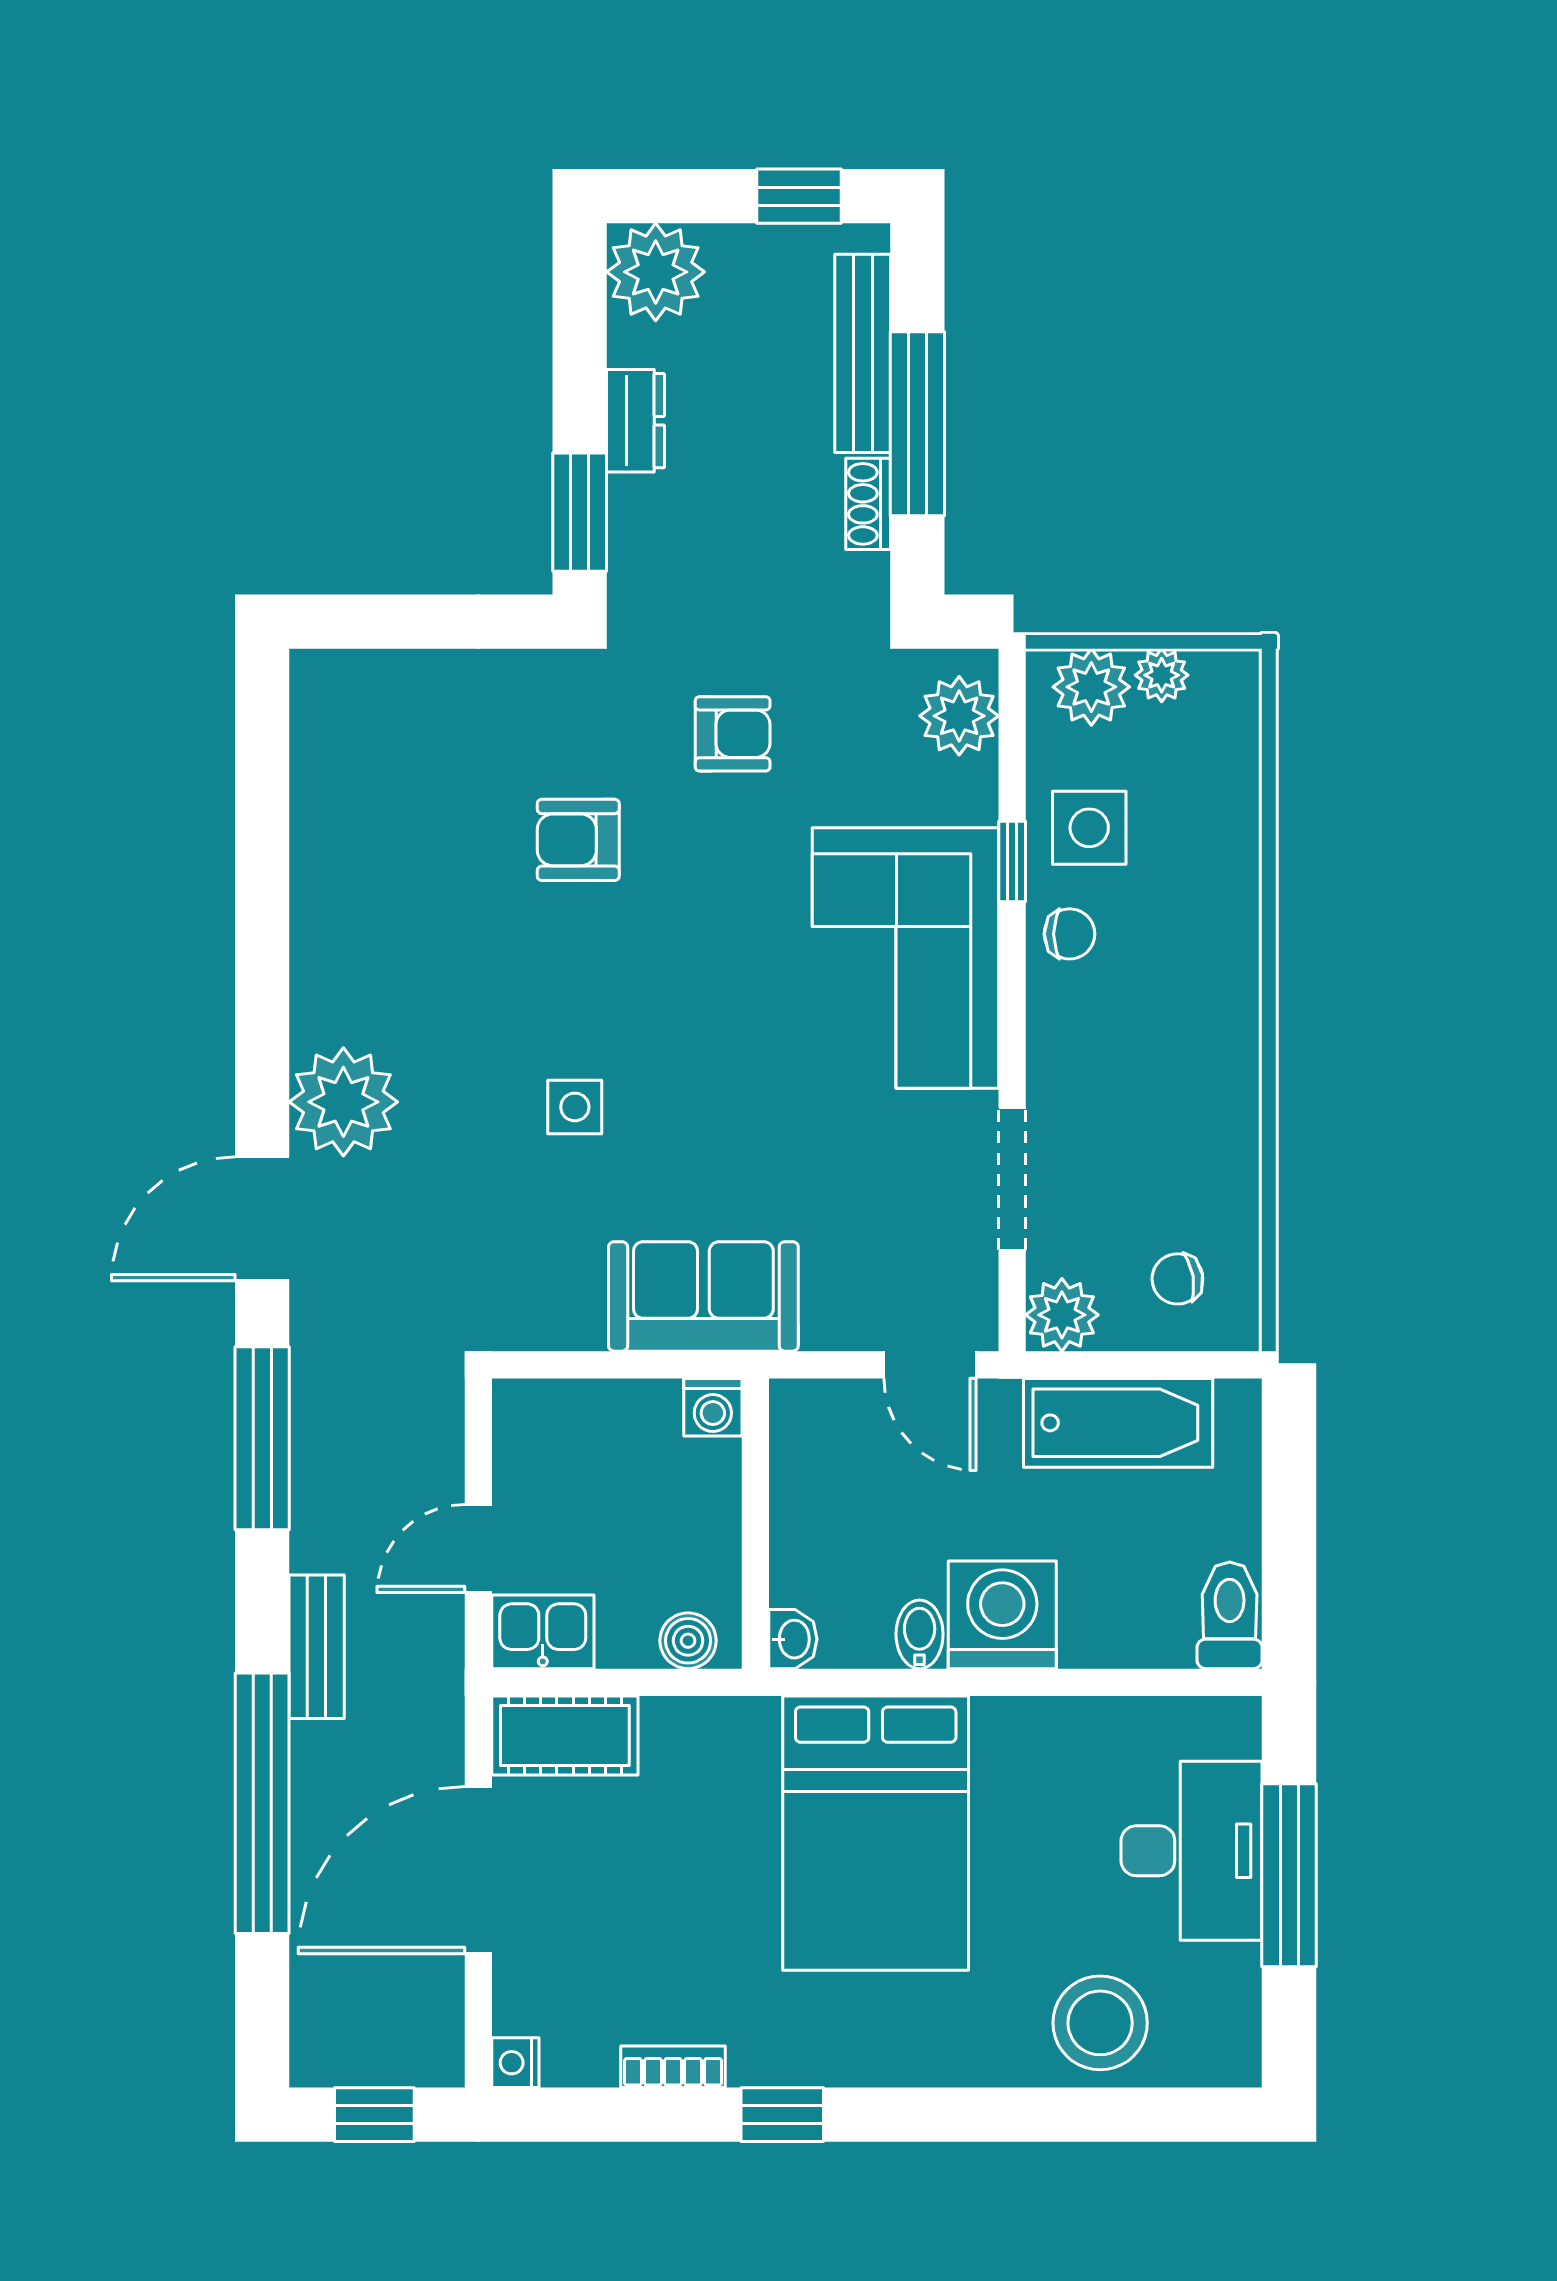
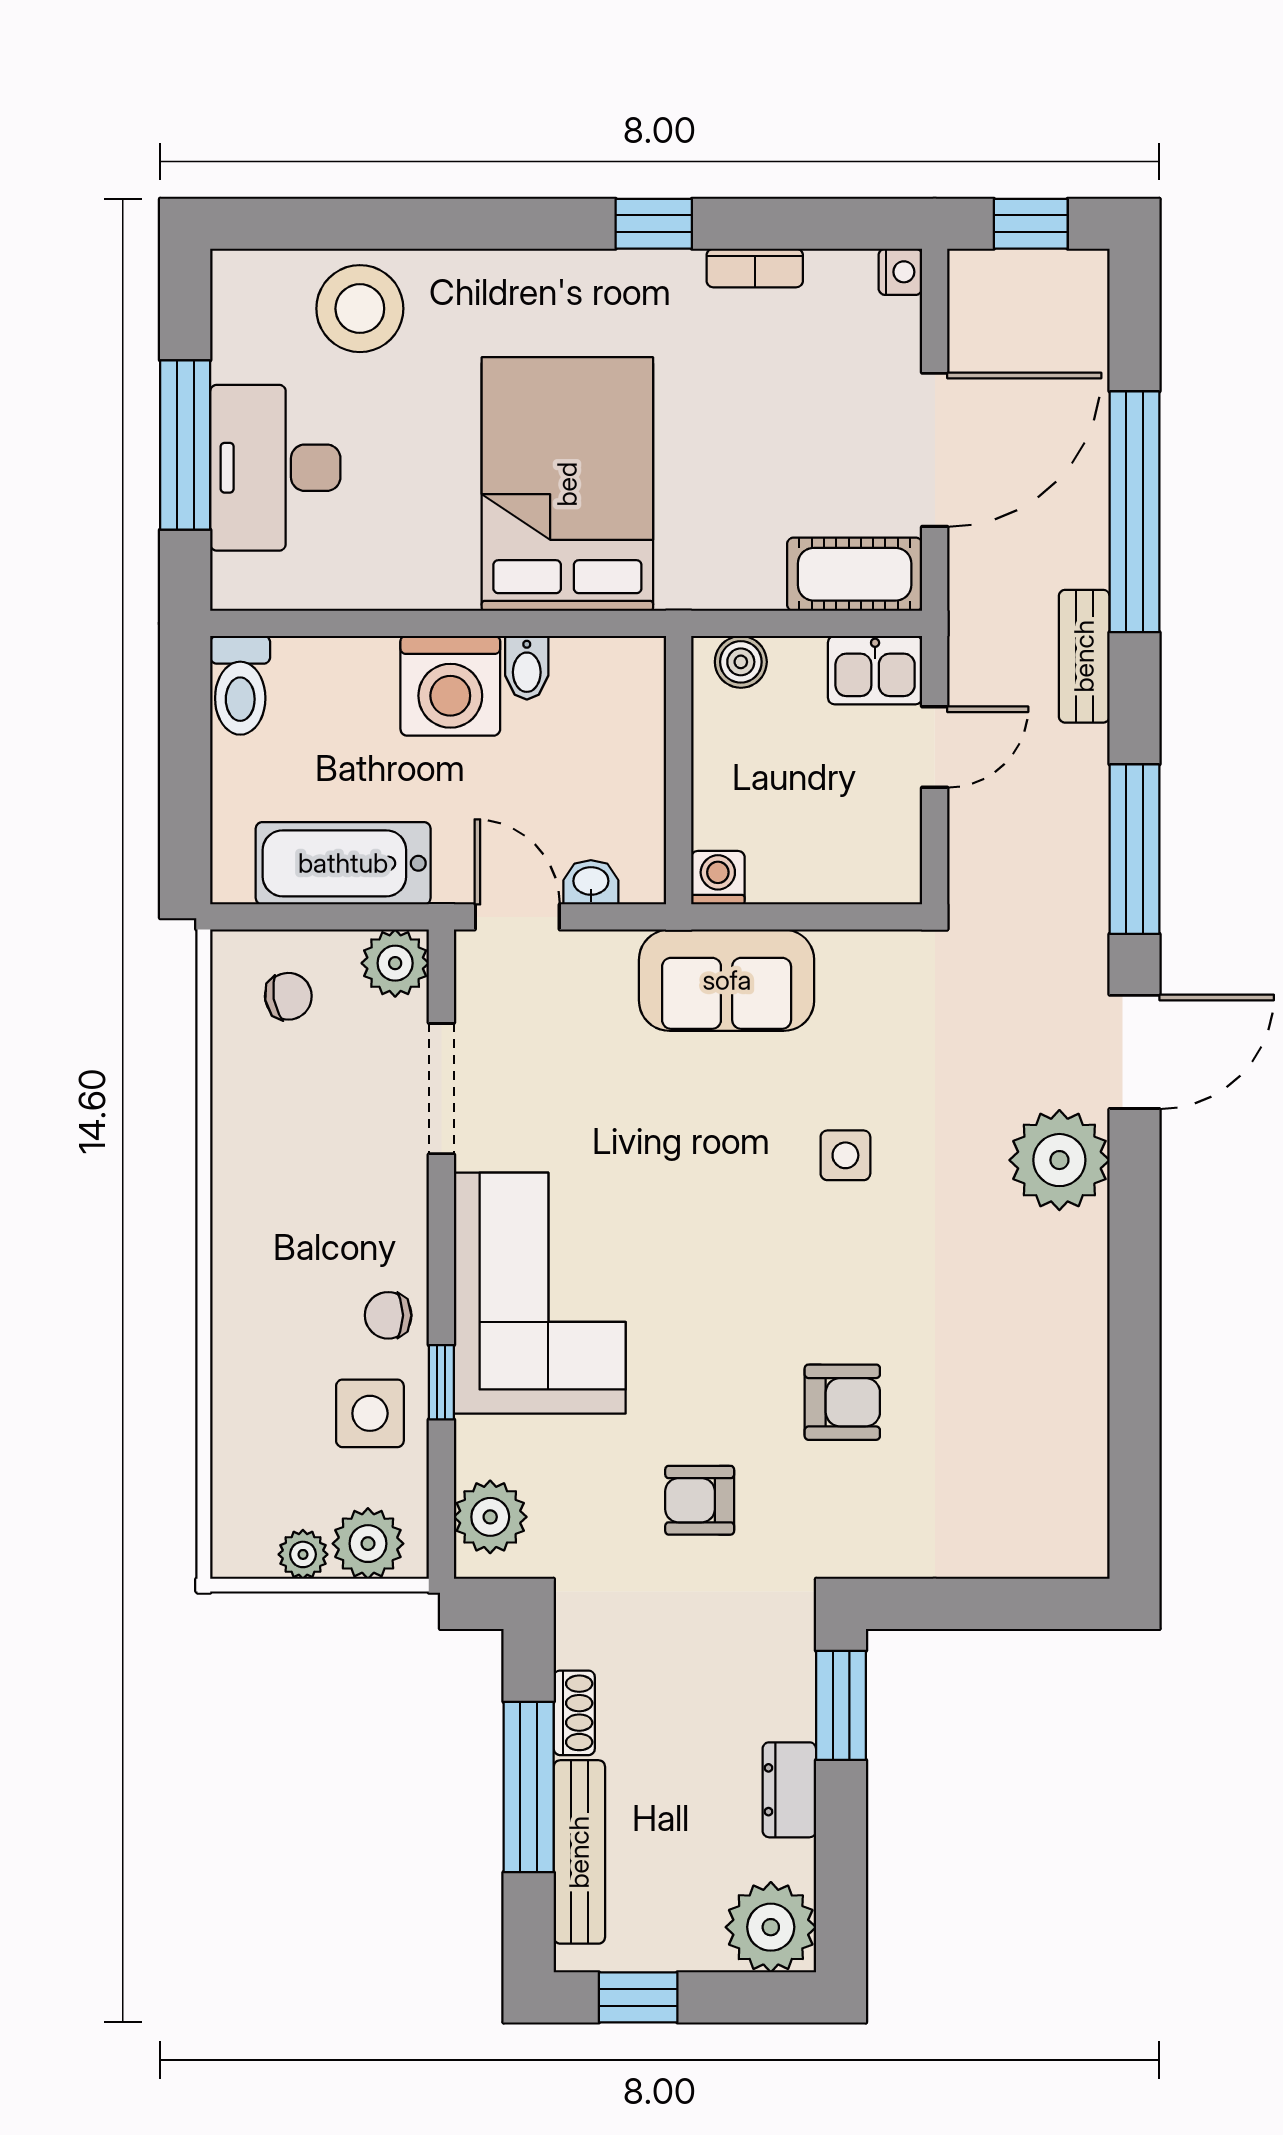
washbasin: (793, 1639) -> (591, 882), moved, turned 90

